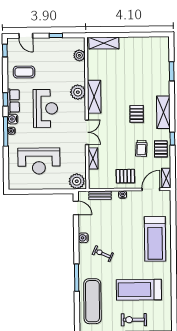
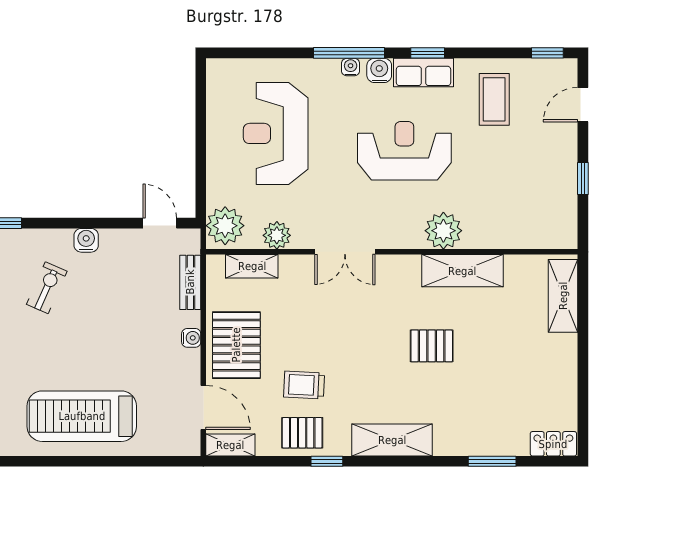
locker: (164, 46) -> (553, 444), added
plant: (79, 55) -> (277, 235), moved
shelving: (94, 97) -> (462, 271), moved
reception desk: (45, 108) -> (404, 151), turned 180
pallet: (137, 114) -> (432, 346), moved
shelving: (93, 158) -> (252, 266), moved
pallet: (125, 176) -> (236, 345), width x1.50, depth x1.42
door: (76, 208) -> (160, 223), swing flipped

